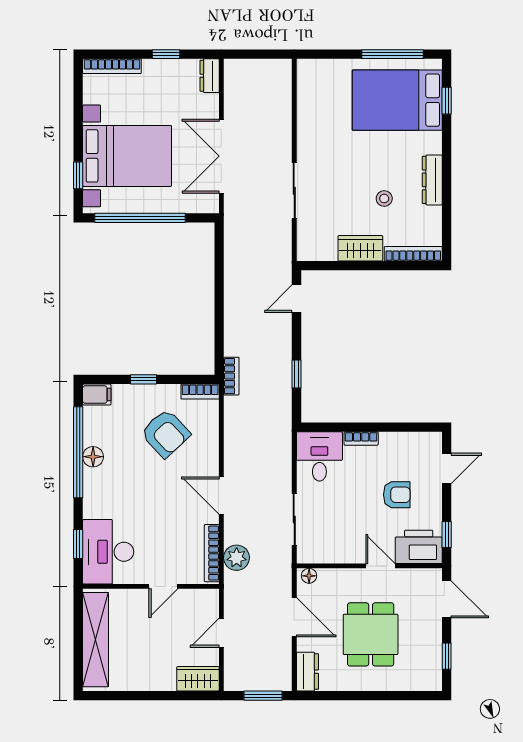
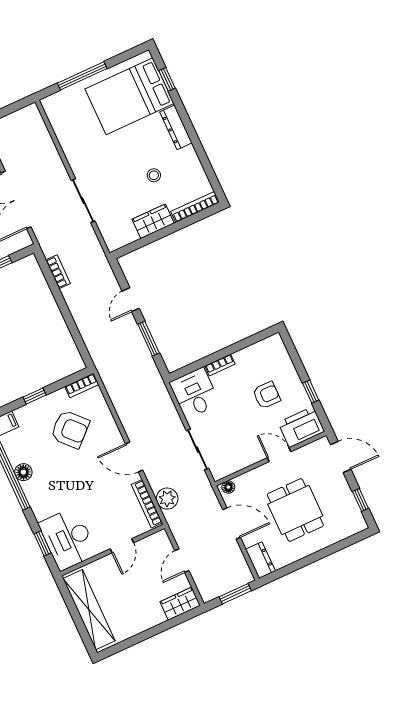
window: (392, 54) -> (82, 76), moved
dresser: (432, 180) -> (176, 127), moved
door: (297, 299) -> (131, 300), moved
window: (297, 374) -> (149, 339), width x1.50
bookcase: (231, 376) -> (58, 272), moved
door: (447, 468) -> (295, 358), removed
window: (447, 534) -> (311, 392), moved

